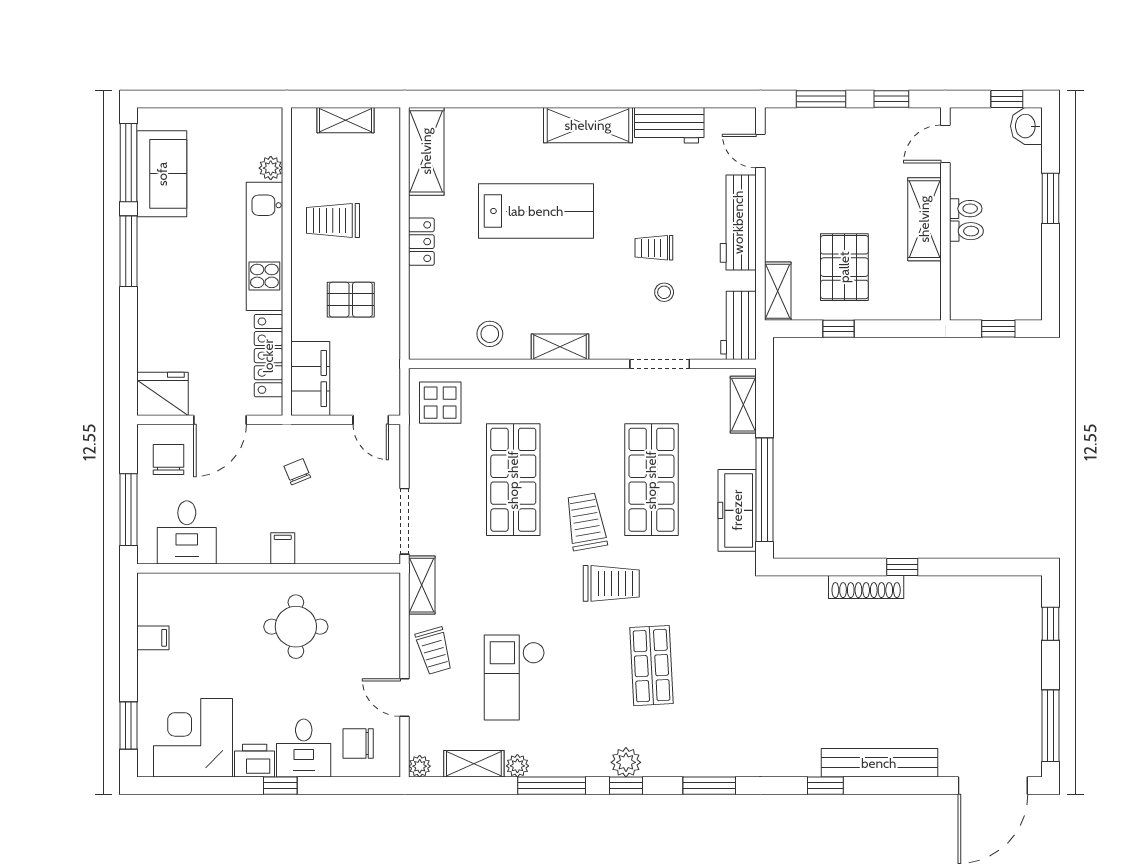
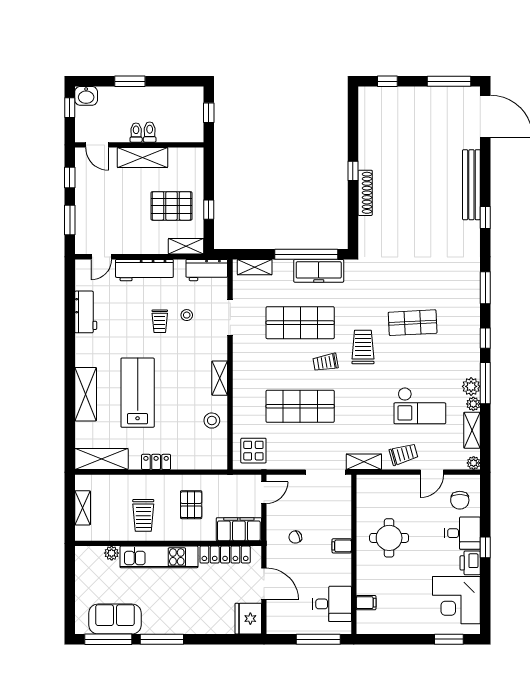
shelving: (588, 125) -> (86, 394), moved
chair: (168, 460) -> (288, 615), removed
trolley: (586, 522) -> (326, 362), width x0.73, depth x0.72
filing cabinet: (153, 638) -> (366, 603), moved, turned 90
plant: (626, 762) -> (471, 386), moved

